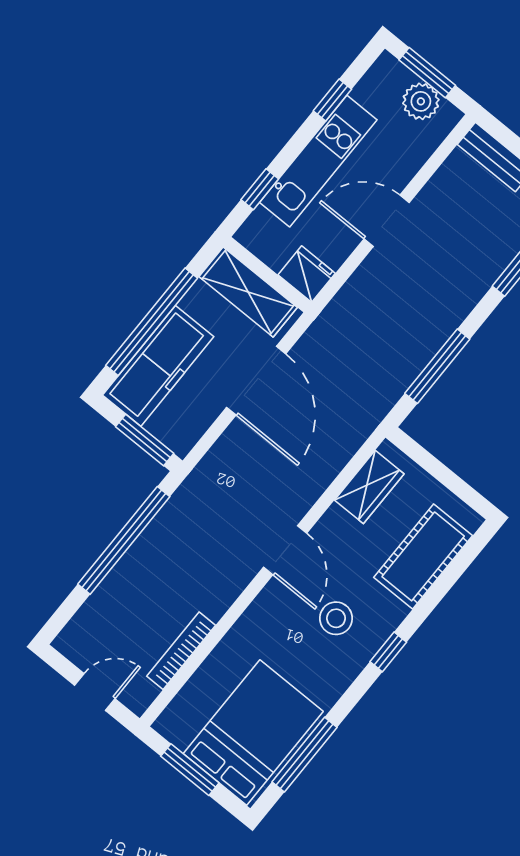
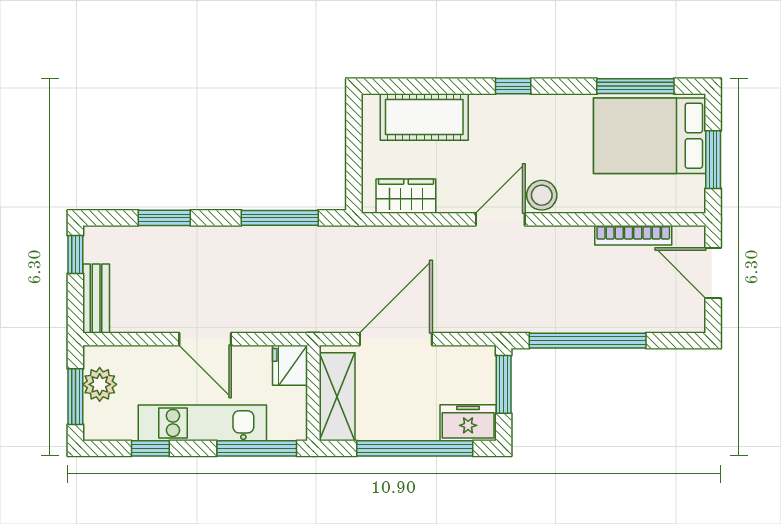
window: (260, 189) -> (257, 448), width x2.17
freezer: (158, 366) -> (468, 423), width x0.52, depth x0.79
stool: (336, 618) -> (542, 195), moved
door: (95, 692) -> (713, 273), width x1.38

